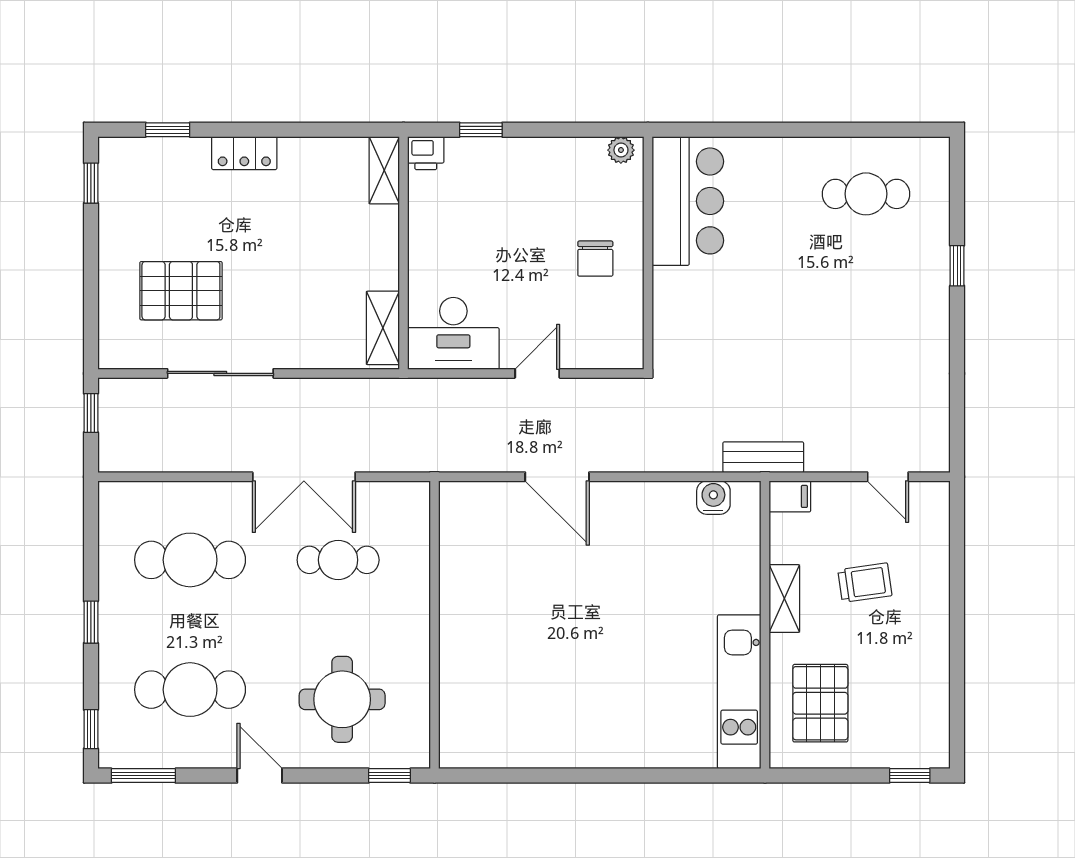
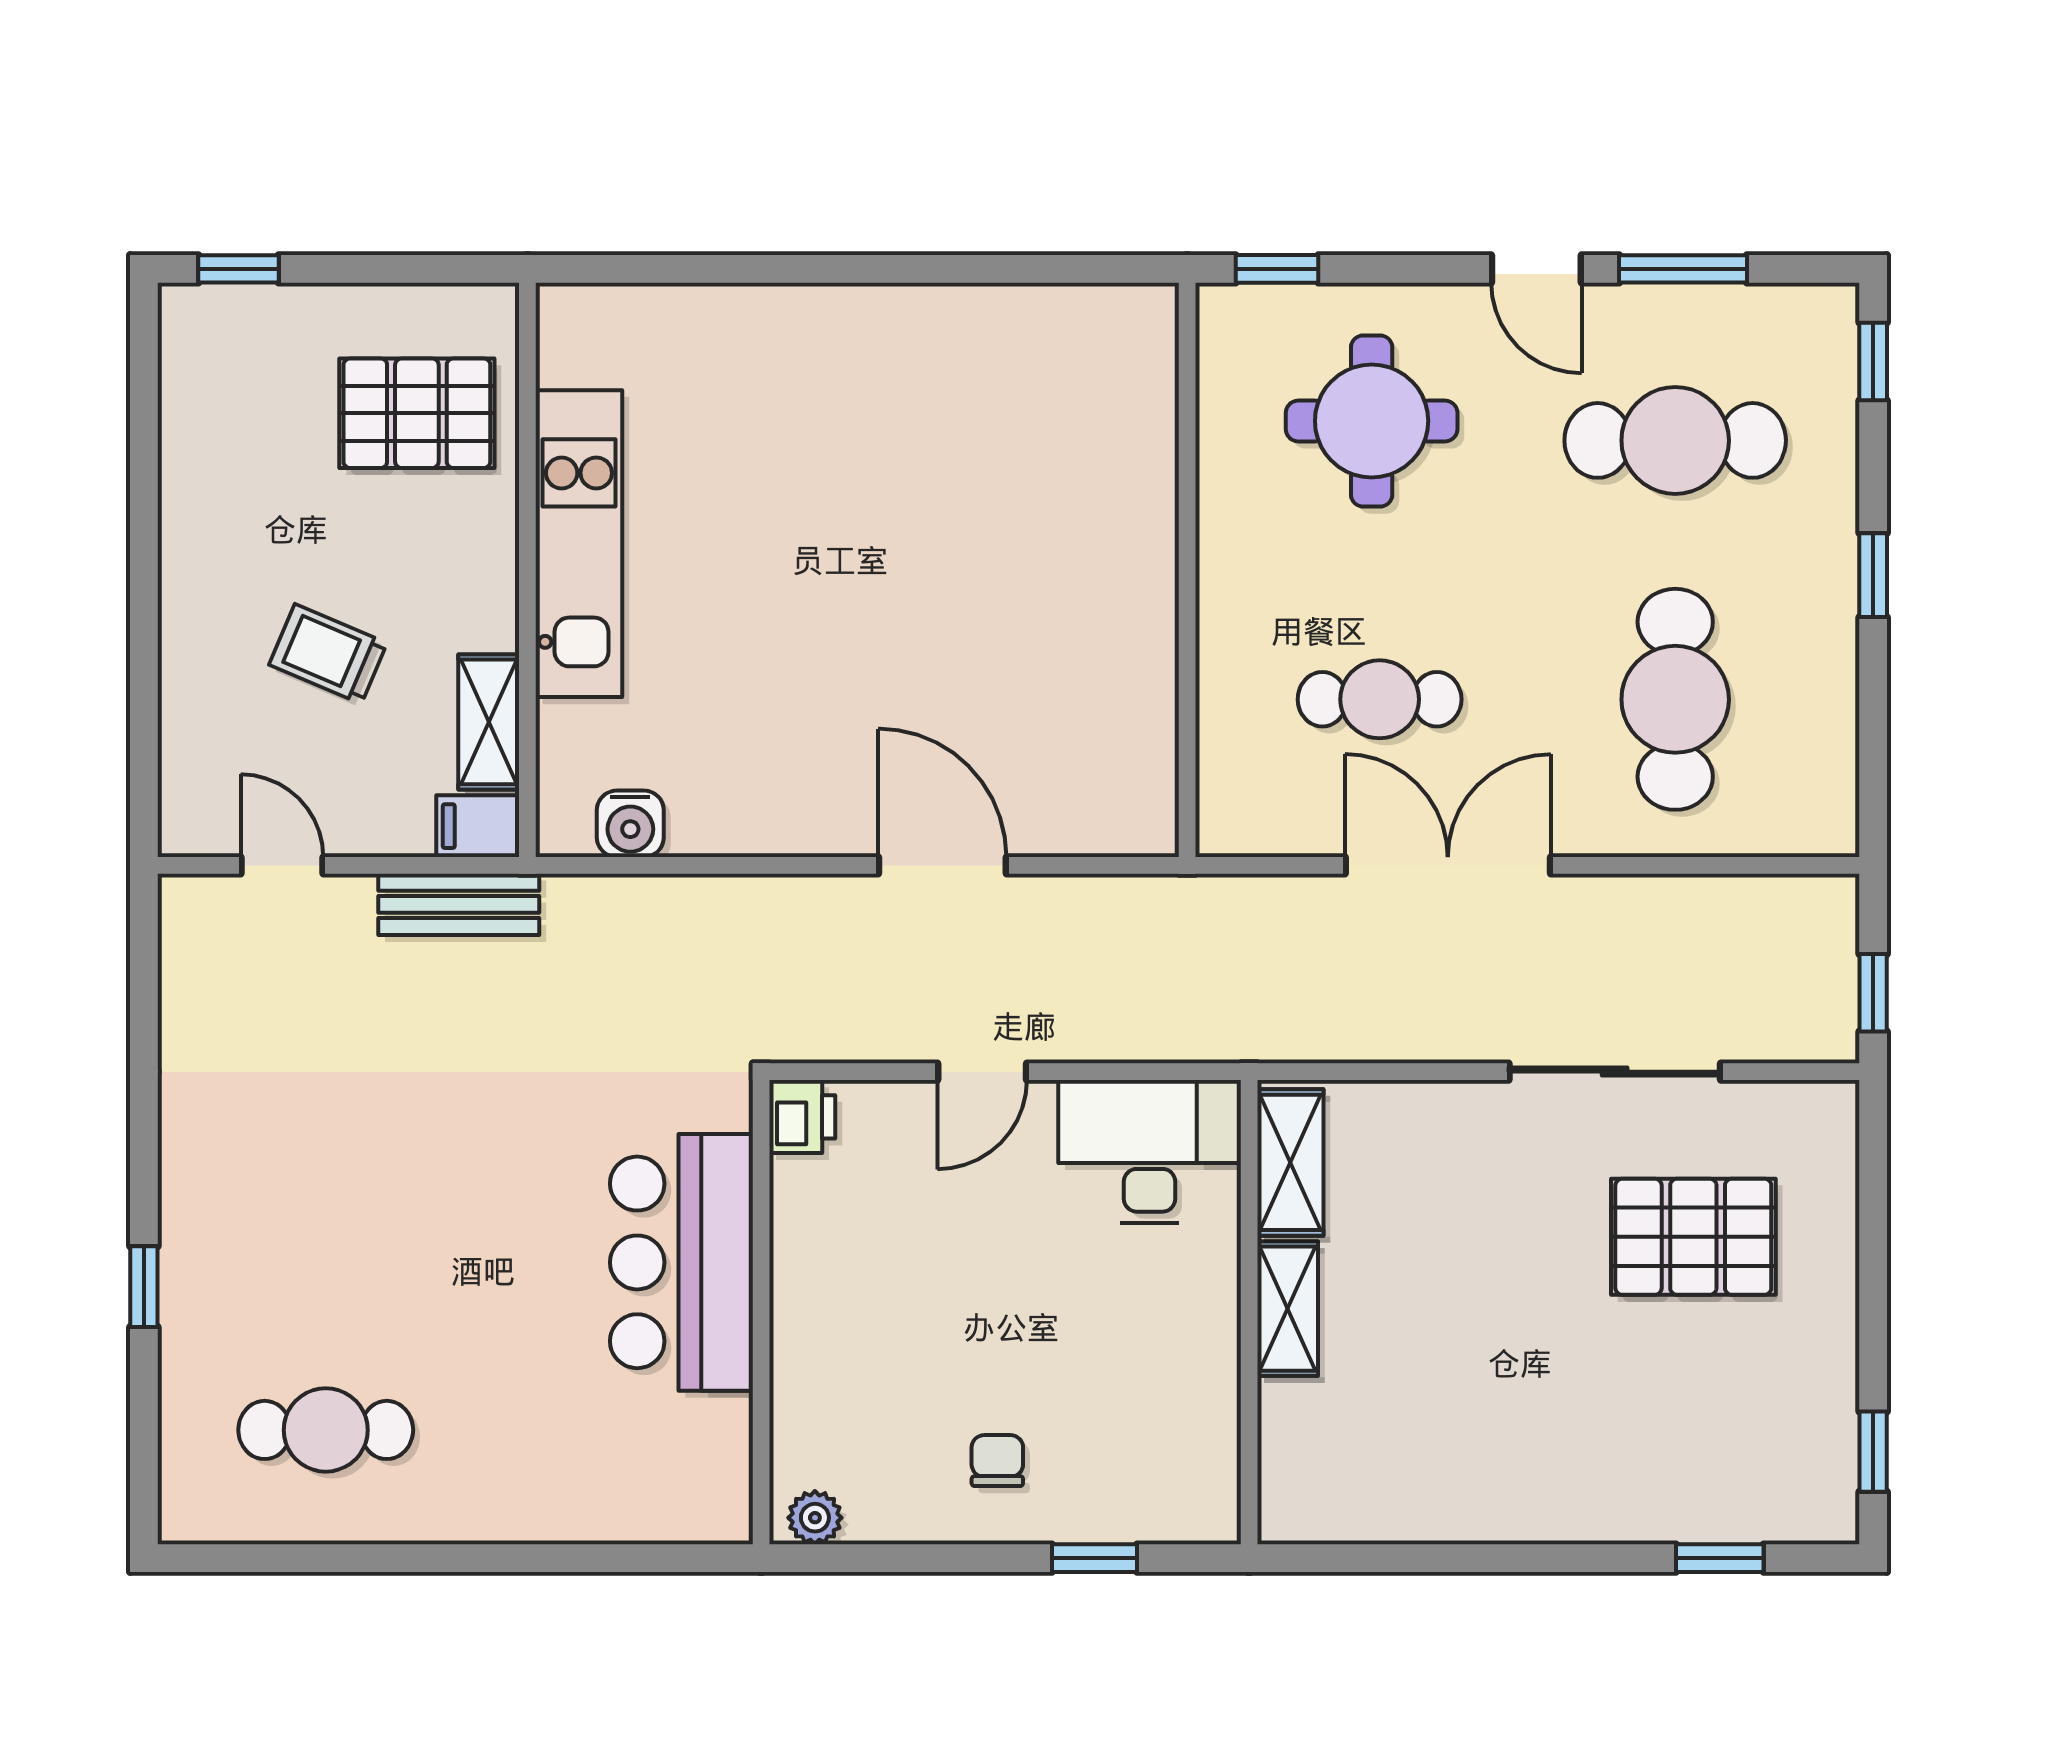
locker: (244, 153) -> (1567, 1512), removed
printer: (426, 153) -> (802, 1117), moved, turned 90
shelving: (384, 170) -> (1288, 1309), moved
bar counter: (688, 201) -> (681, 1262), moved
chair: (595, 259) -> (997, 1461), moved, width x0.73, depth x0.73
bench: (763, 457) -> (459, 904), moved
cafe table: (190, 560) -> (1675, 699), turned 90
trolley: (865, 583) -> (328, 654), turned 31
shelving: (784, 599) -> (489, 722), moved
kitchen unit: (739, 692) -> (579, 544), moved
pallet: (820, 703) -> (417, 413), turned 90
window: (143, 776) -> (1683, 269), moved

